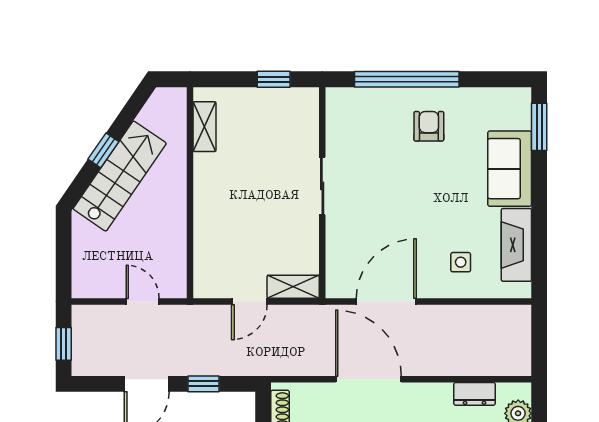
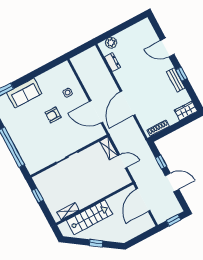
armchair: (429, 126) -> (53, 115), moved
stairs: (120, 176) -> (89, 217), moved, turned 146
fireplace: (516, 245) -> (51, 76), removed
door: (143, 301) -> (143, 200), width x1.87

